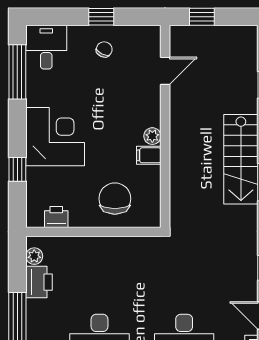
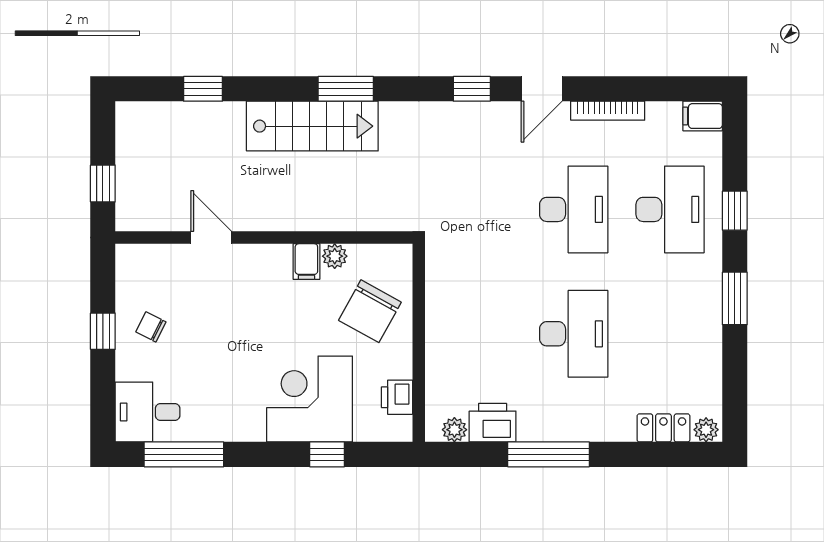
door: (165, 71) -> (211, 238), moved
plant: (152, 136) -> (335, 256), moved
corner desk: (55, 137) -> (310, 399), moved
chair: (115, 199) -> (370, 311), turned -61

